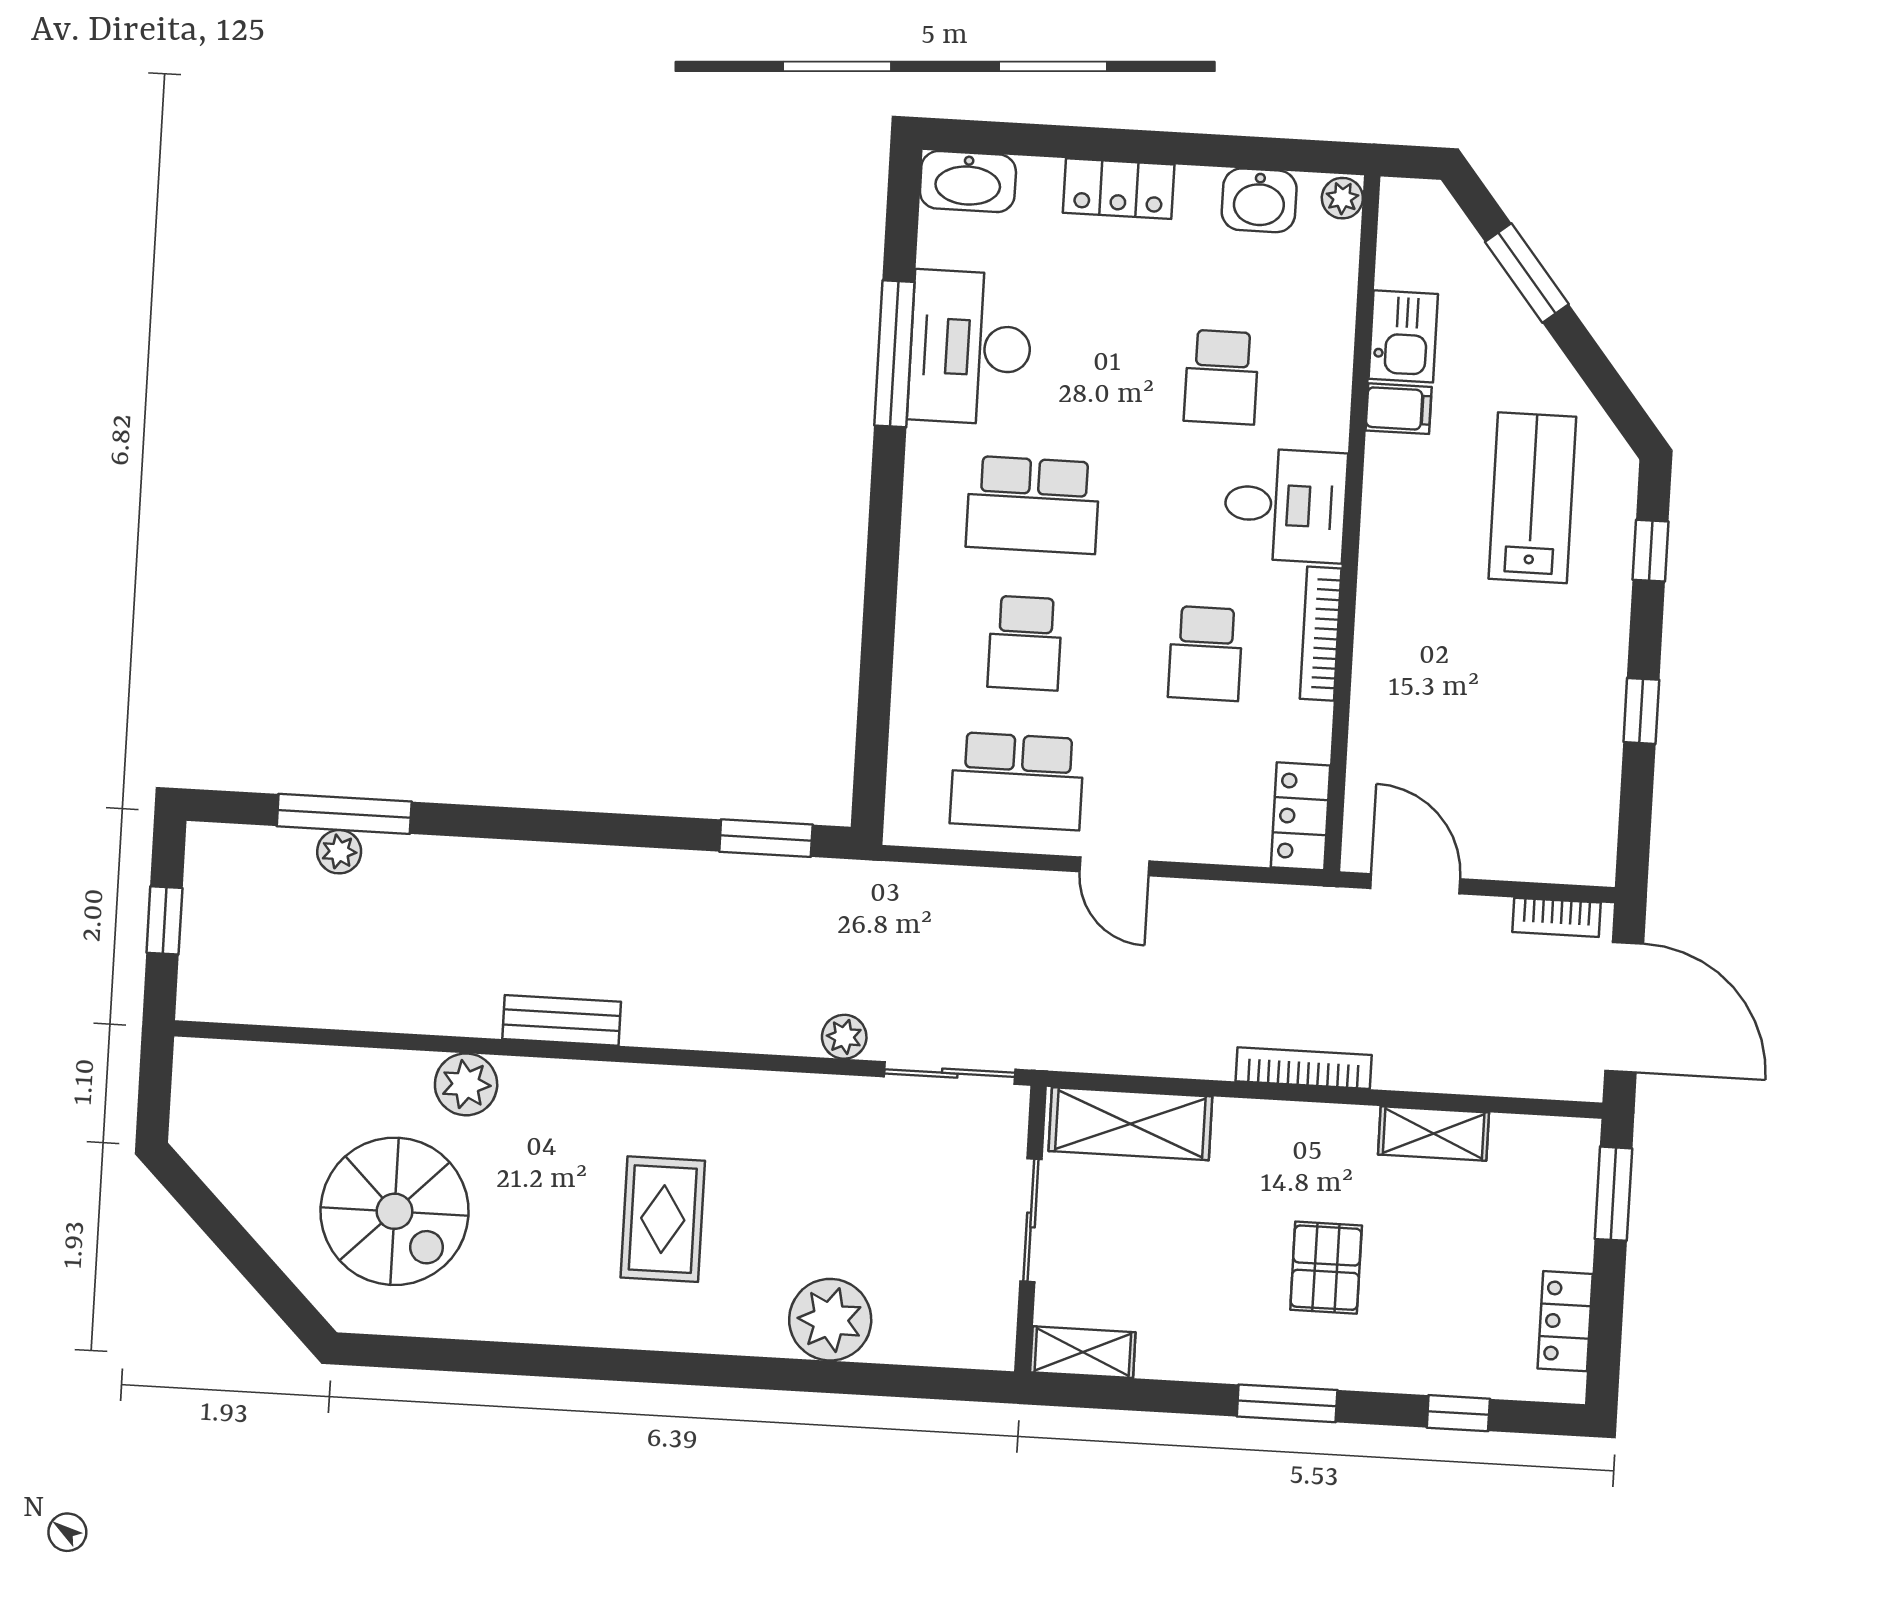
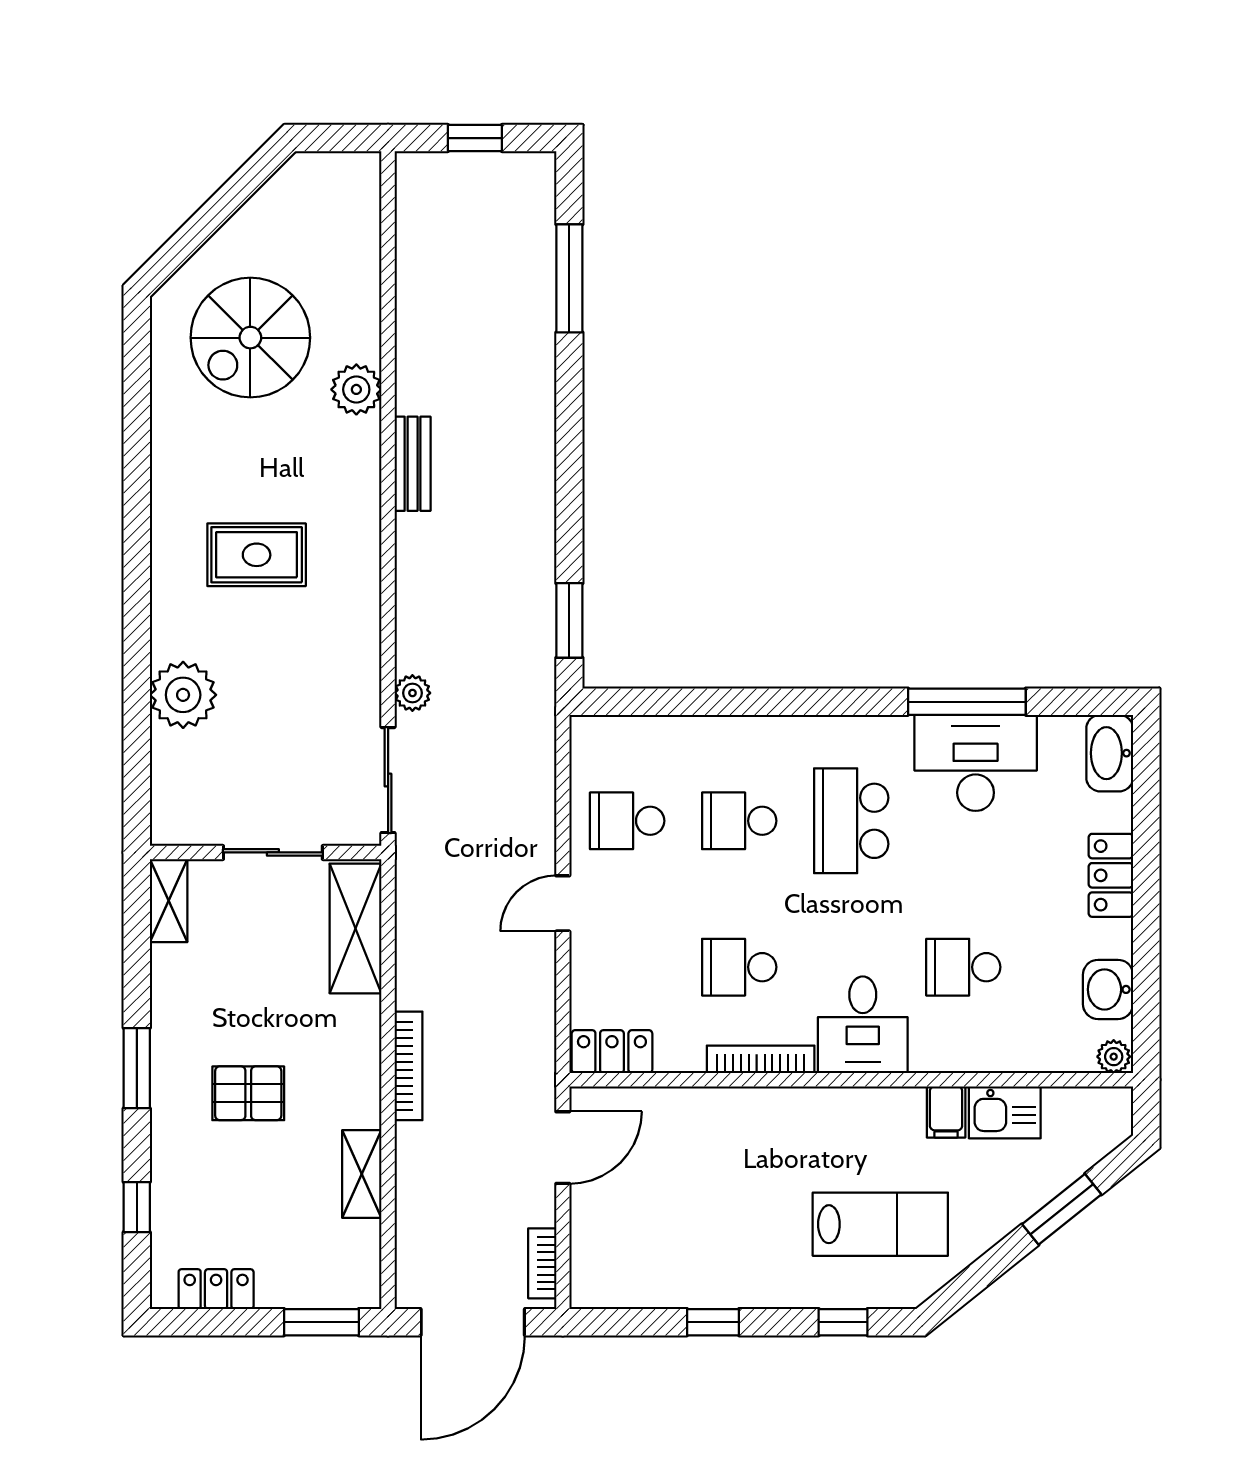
school desk: (1017, 781) -> (627, 821), width x0.54
plant: (339, 852) -> (539, 276), removed

